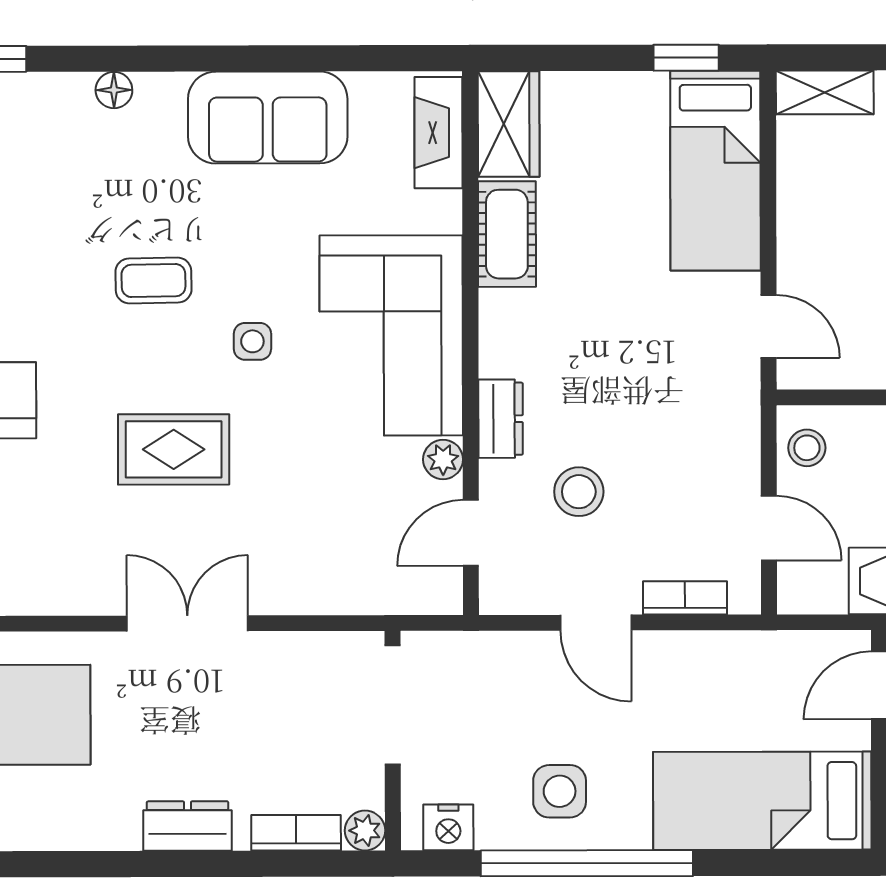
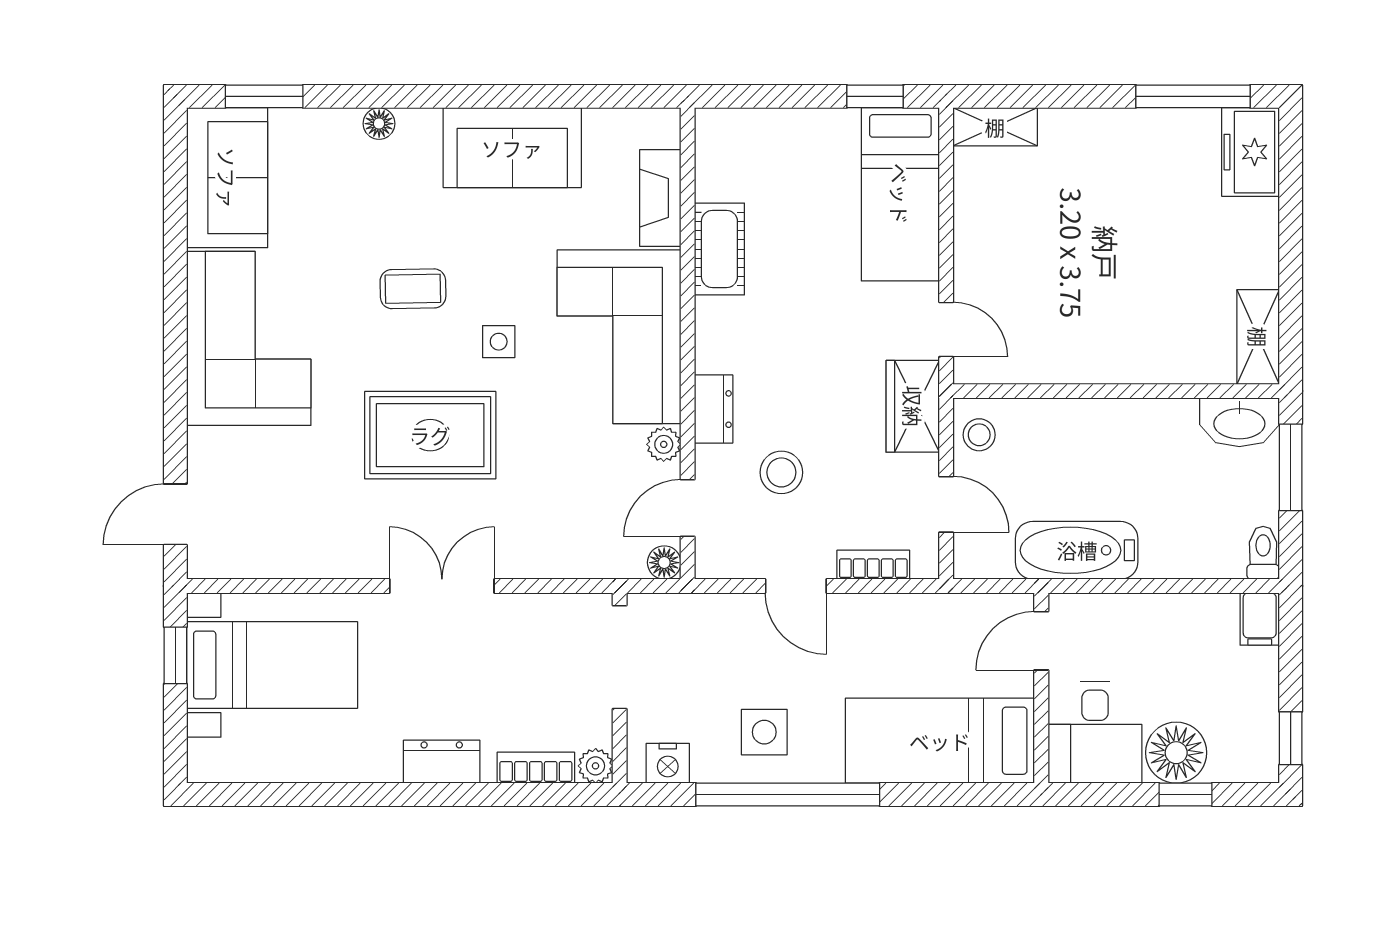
wardrobe: (509, 124) -> (913, 406), moved, turned 180
fireplace: (438, 133) -> (660, 198), moved
rug: (174, 449) -> (430, 435), width x1.36, depth x1.43
floor lamp: (444, 596) -> (664, 563), added

